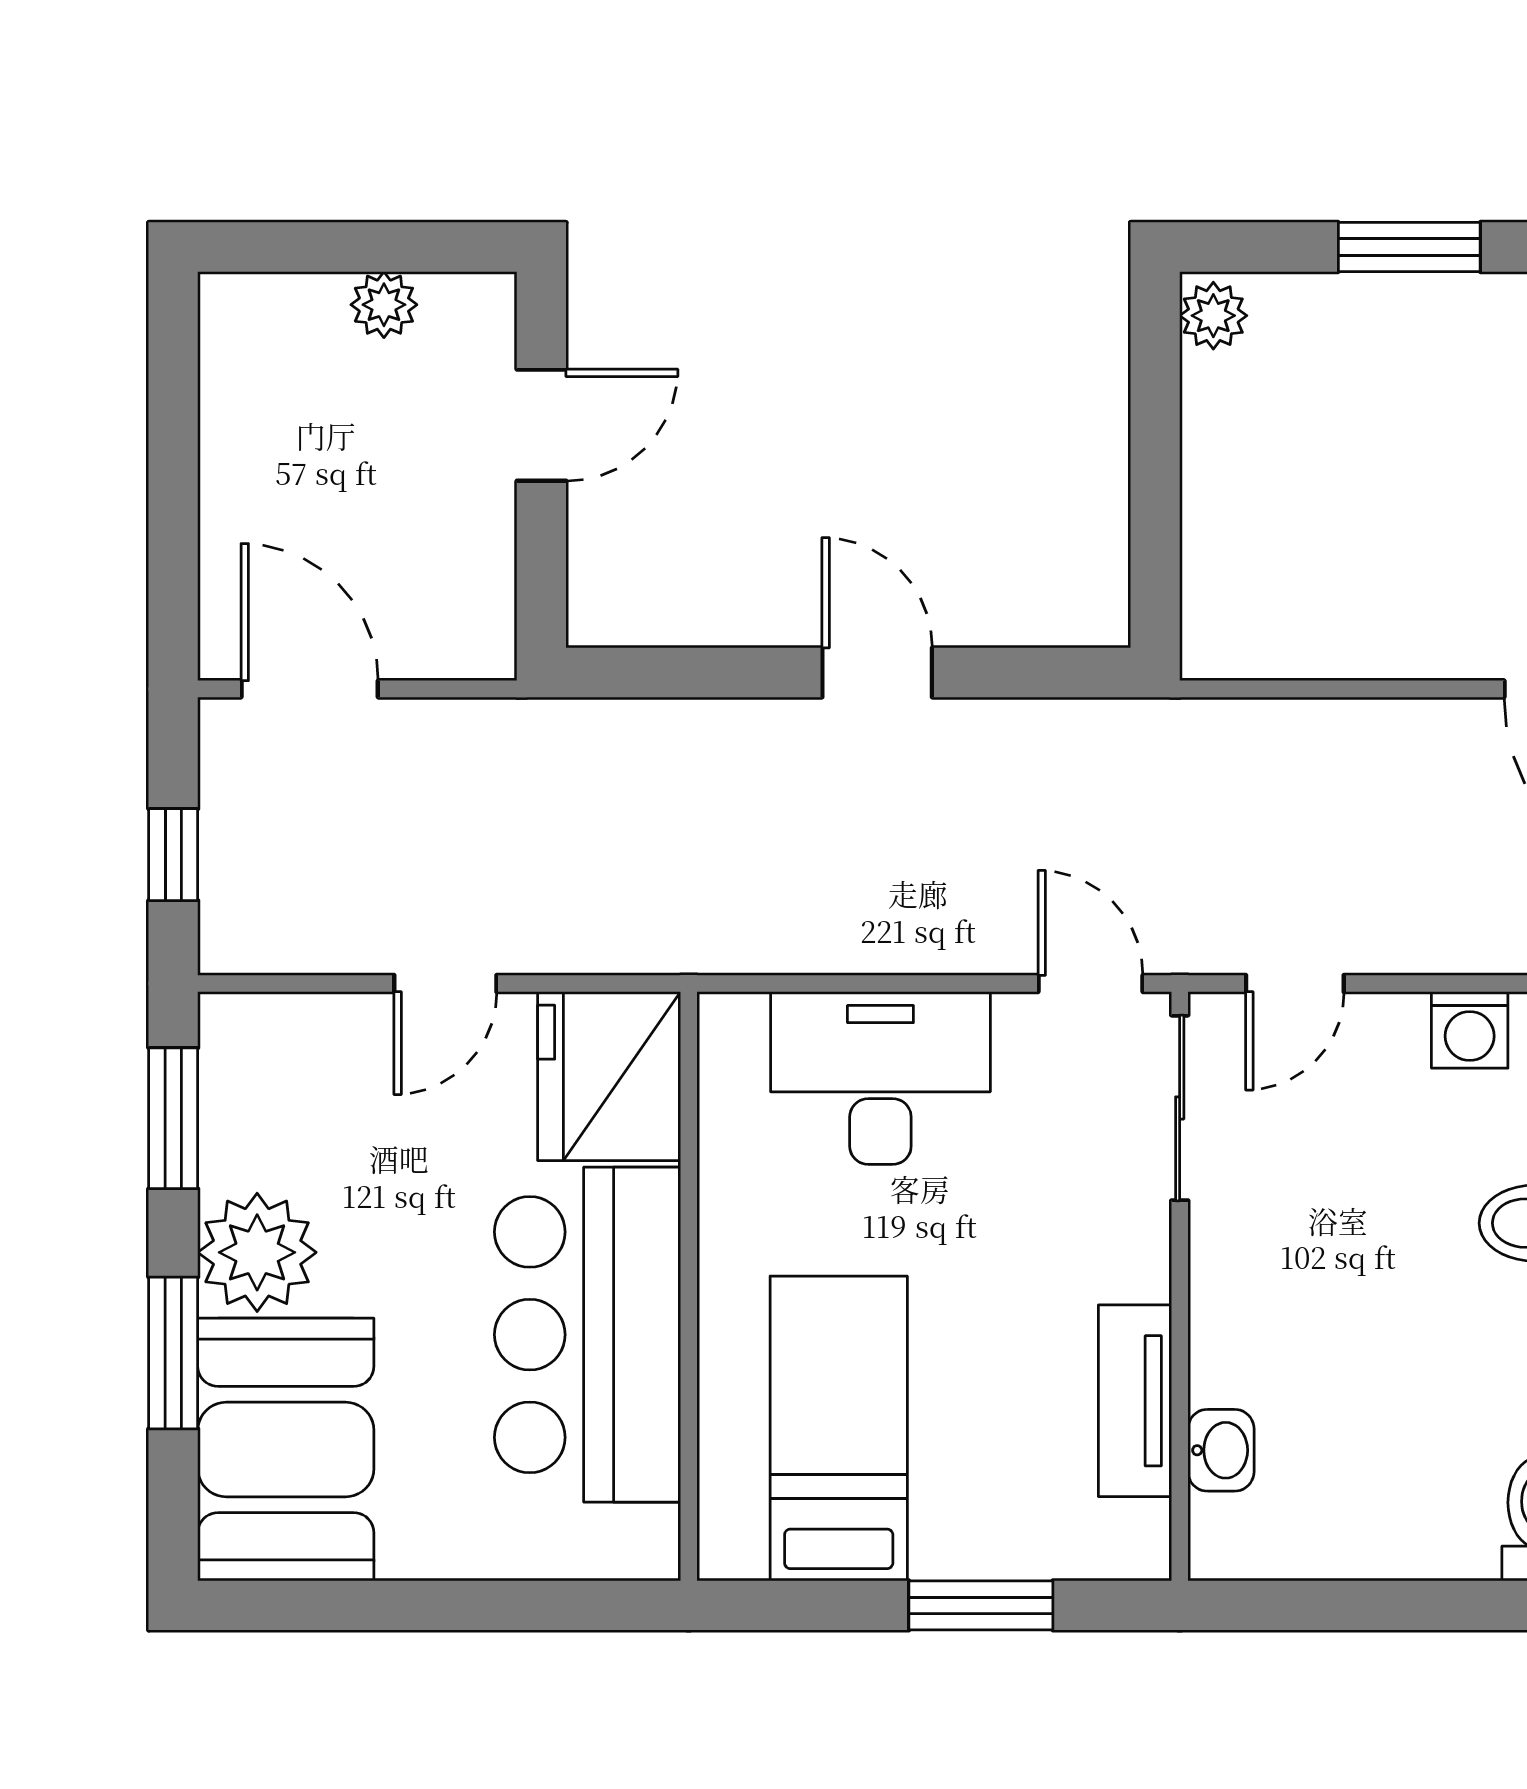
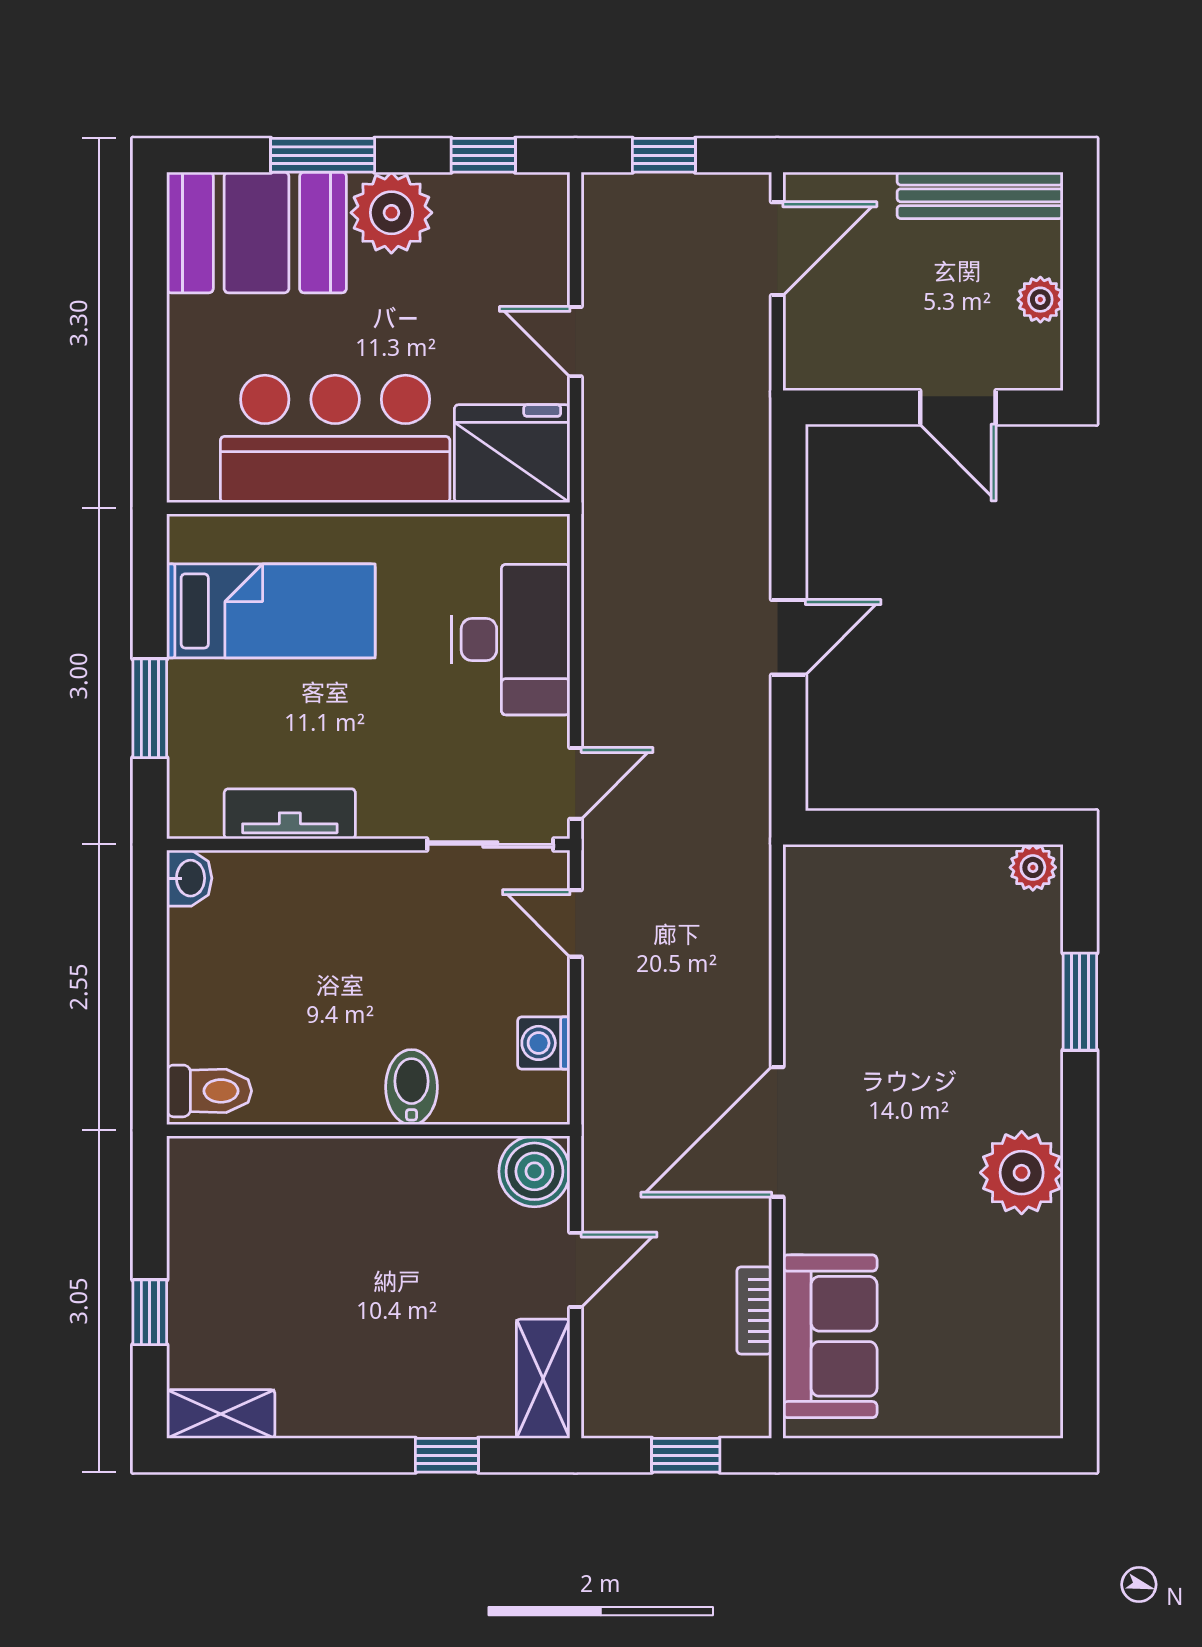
bench: (232, 393) -> (980, 195), added
window: (173, 1118) -> (483, 155), width x0.67
washbasin: (1221, 1450) -> (189, 878), moved, turned -90

